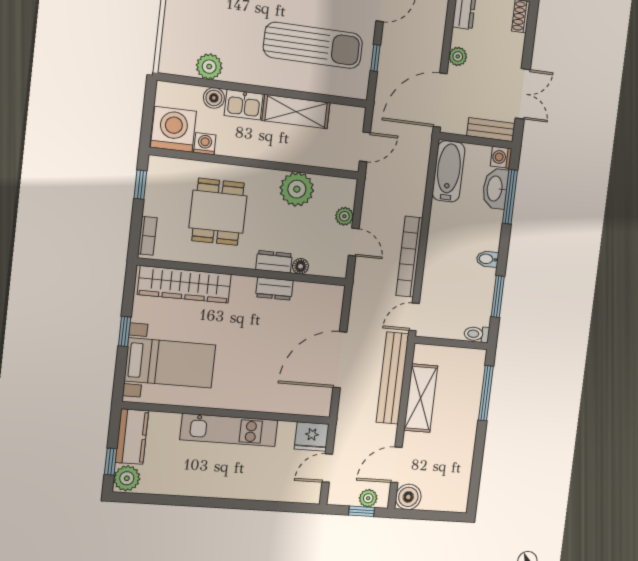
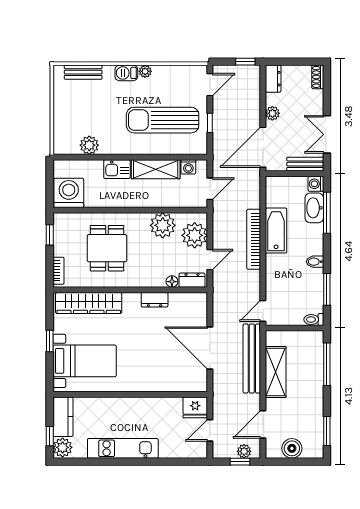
sun lounger: (313, 45) -> (163, 120), turned 180
double door: (523, 94) -> (327, 134), swing flipped
boiler: (214, 98) -> (95, 167), removed
washing machine: (205, 144) -> (188, 167), moved, turned 180
bathtub: (449, 171) -> (276, 231), moved
plant: (344, 216) -> (195, 235), width x1.88, depth x1.88
door: (354, 242) -> (210, 260), hinge flipped
bookcase: (409, 257) -> (254, 239), moved
dresser: (274, 262) -> (192, 280), moved
door: (340, 360) -> (210, 348), hinge flipped
kitchen unit: (229, 430) -> (123, 448), moved, turned 180
window: (475, 479) -> (327, 431), added
boiler: (408, 497) -> (292, 448), moved

